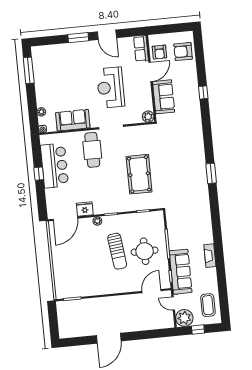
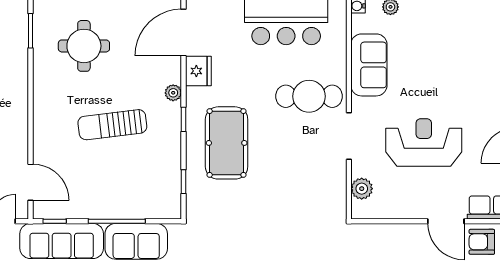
sofa: (164, 97) -> (136, 241), moved
plant: (148, 117) -> (362, 189), moved
pool table: (139, 174) -> (227, 143), moved, turned 90
door: (65, 219) -> (184, 33), hinge flipped
round table: (145, 251) -> (84, 46), moved

